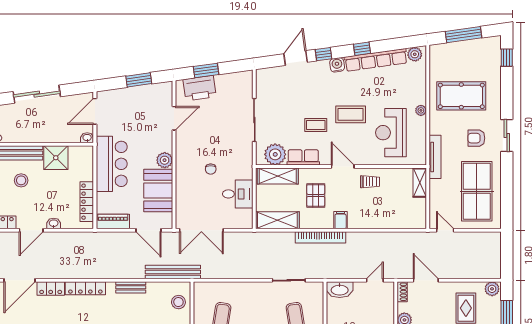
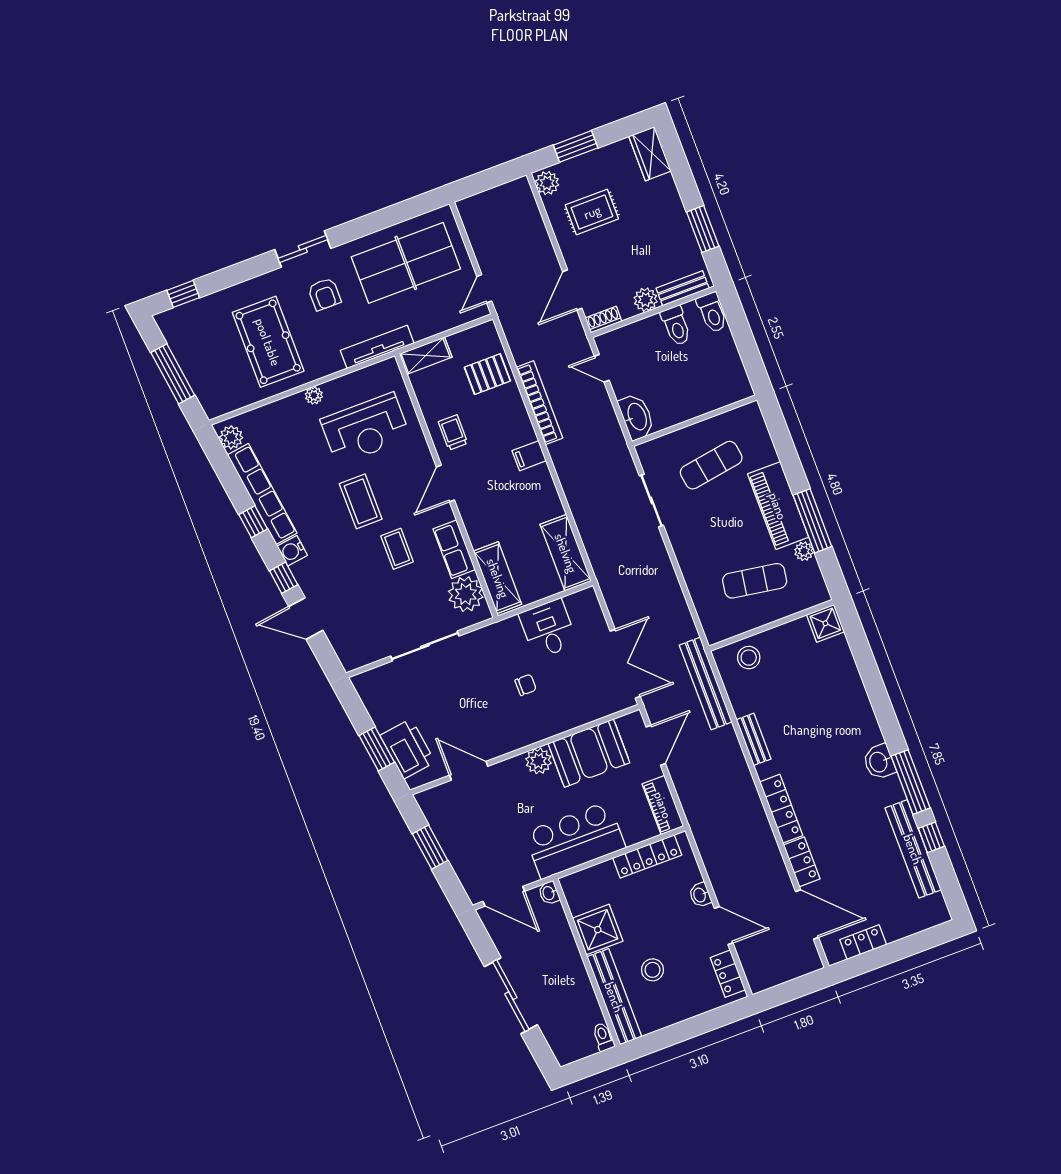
pallet: (316, 195) -> (487, 374), moved
bookcase: (321, 237) -> (539, 403), moved

